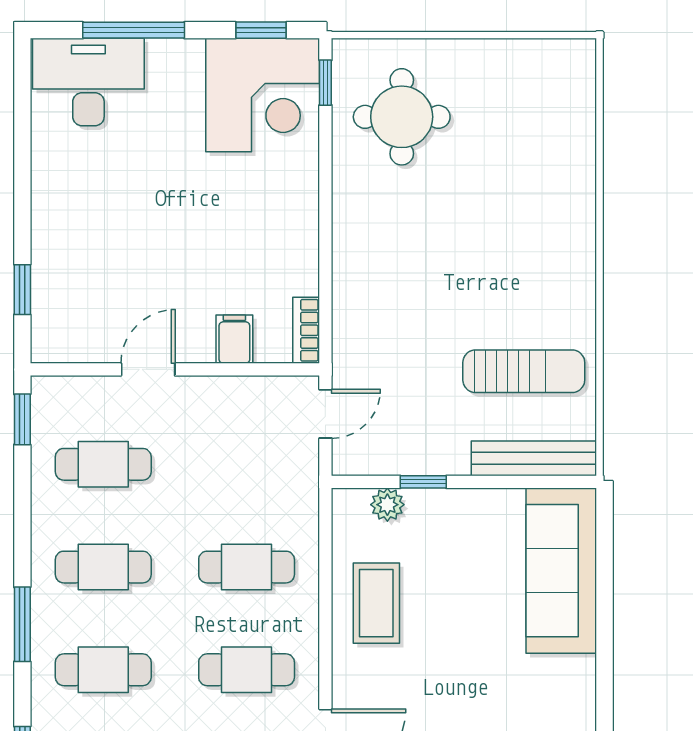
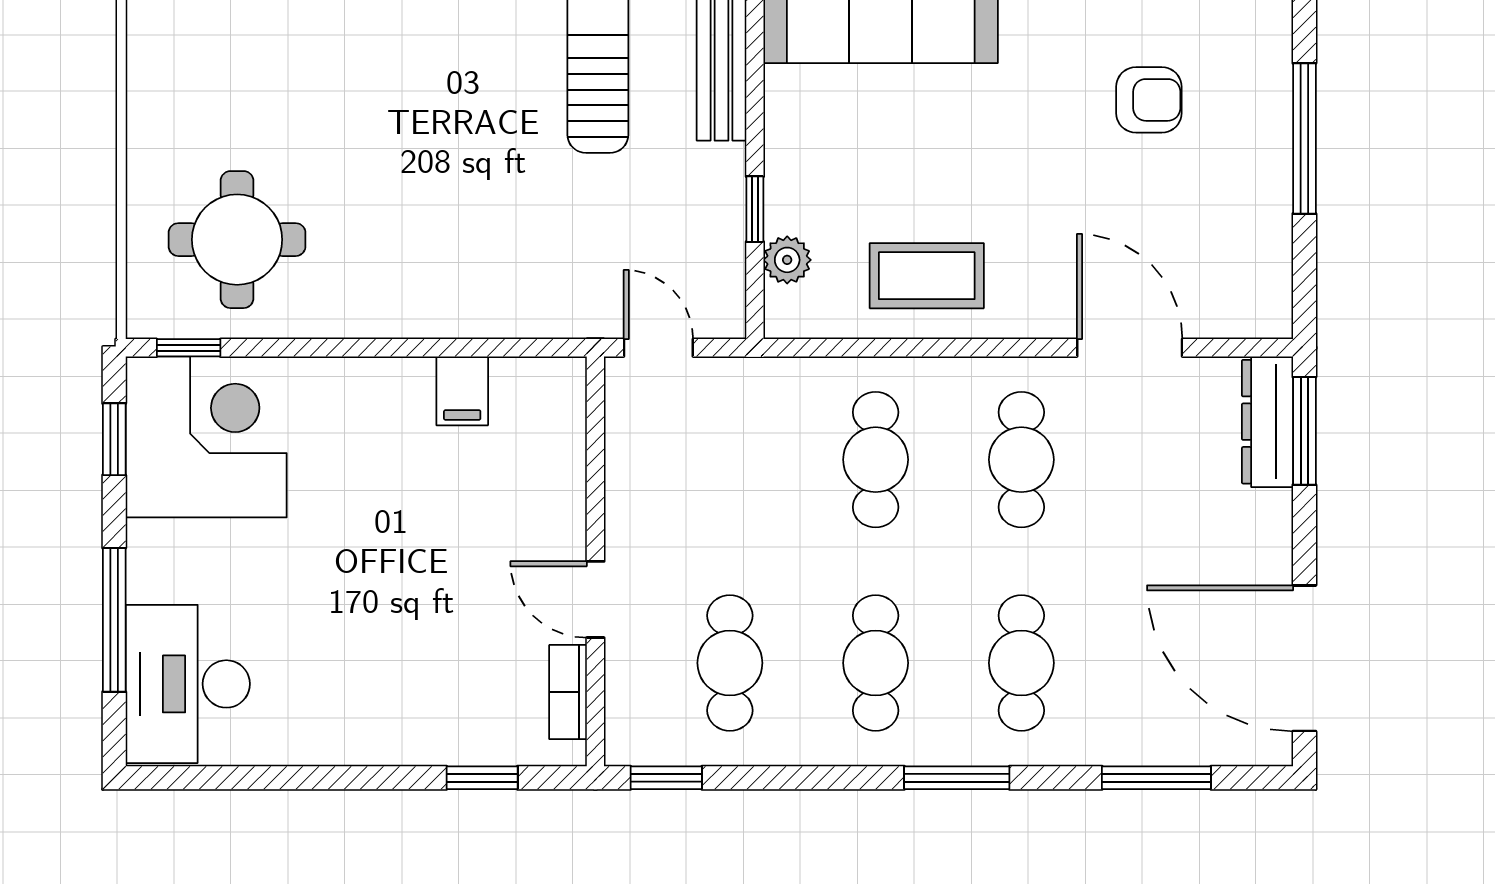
bookcase: (306, 330) -> (568, 692), moved, turned 90
filing cabinet: (234, 339) -> (462, 391), moved, turned -90

